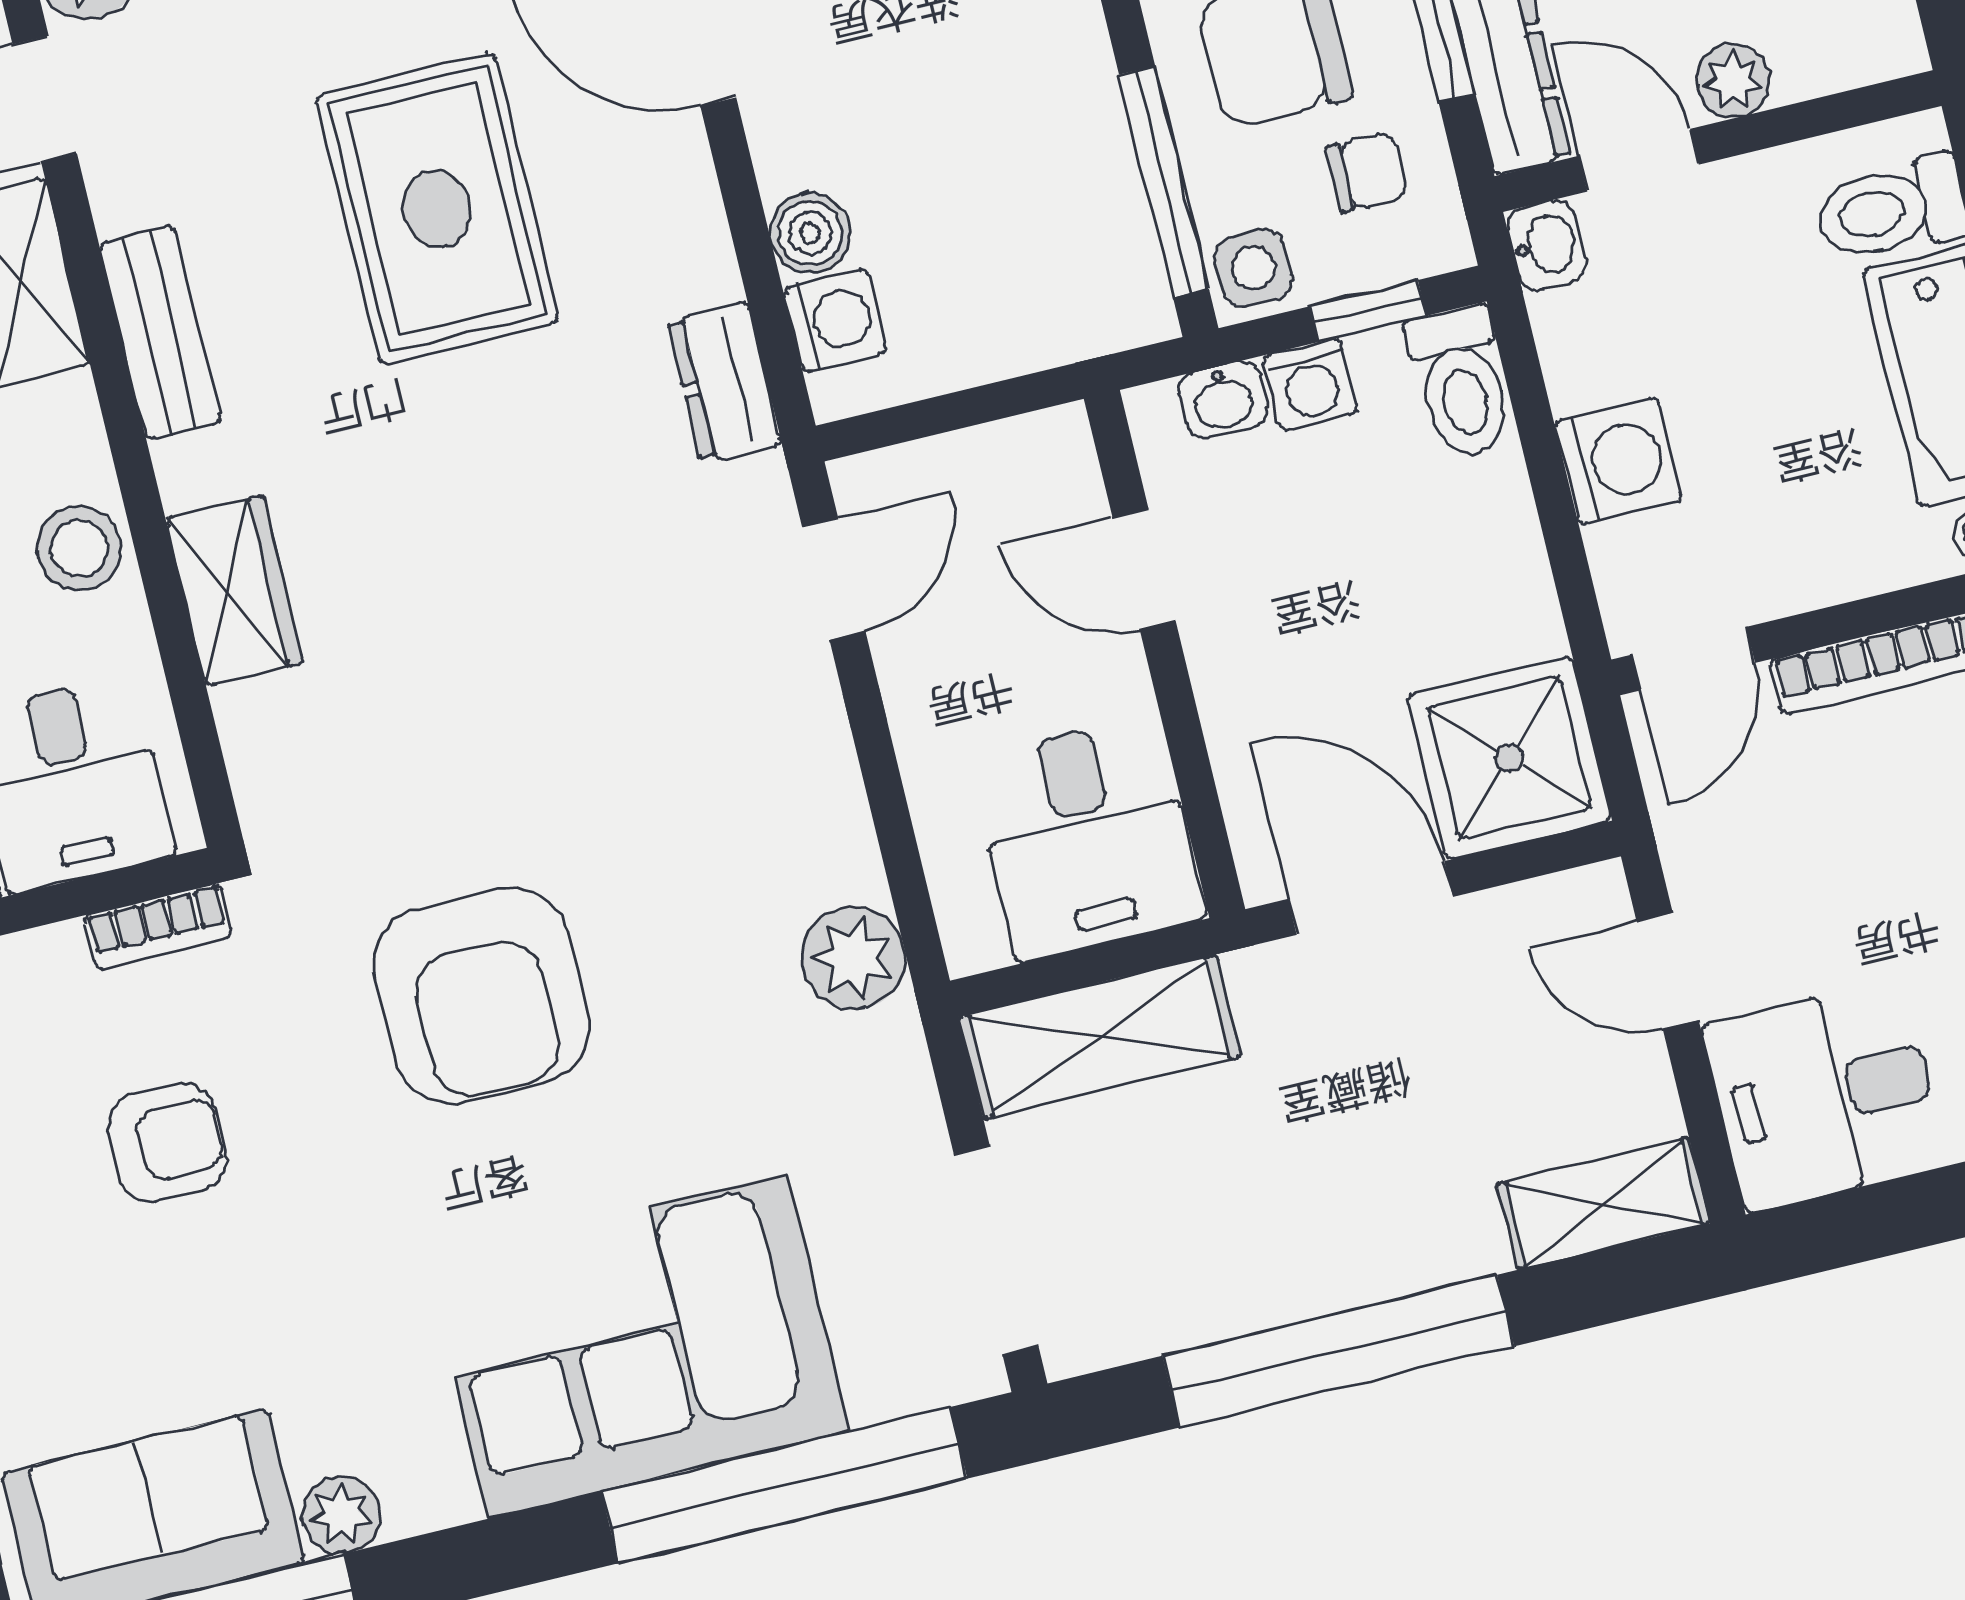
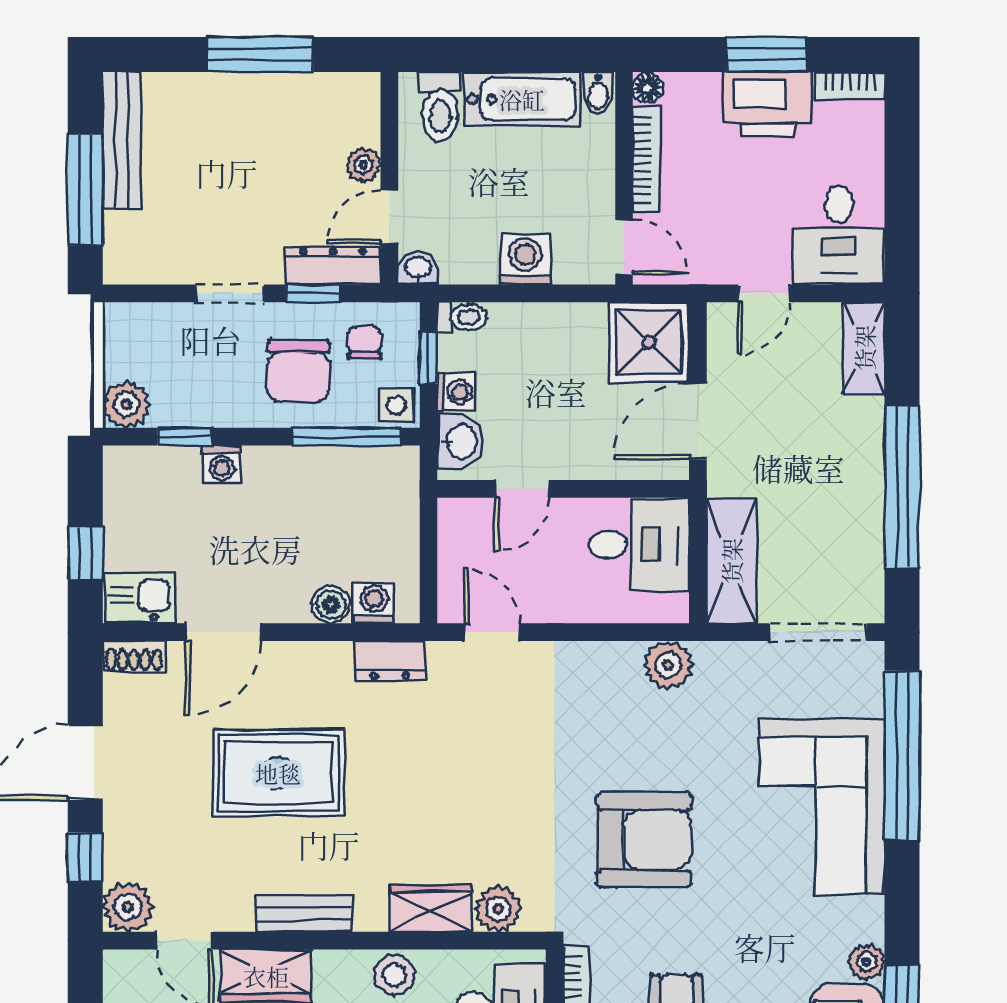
toilet: (1461, 382) -> (462, 317), width x0.73, depth x0.72
washbasin: (1223, 400) -> (460, 441), width x1.38, depth x1.45
plant: (267, 730) -> (498, 909), added

